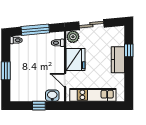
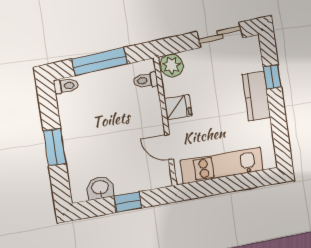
sliding door: (91, 25) -> (220, 35), moved
fridge: (75, 59) -> (178, 107), width x0.53, depth x0.75
washbasin: (52, 96) -> (100, 188), moved

